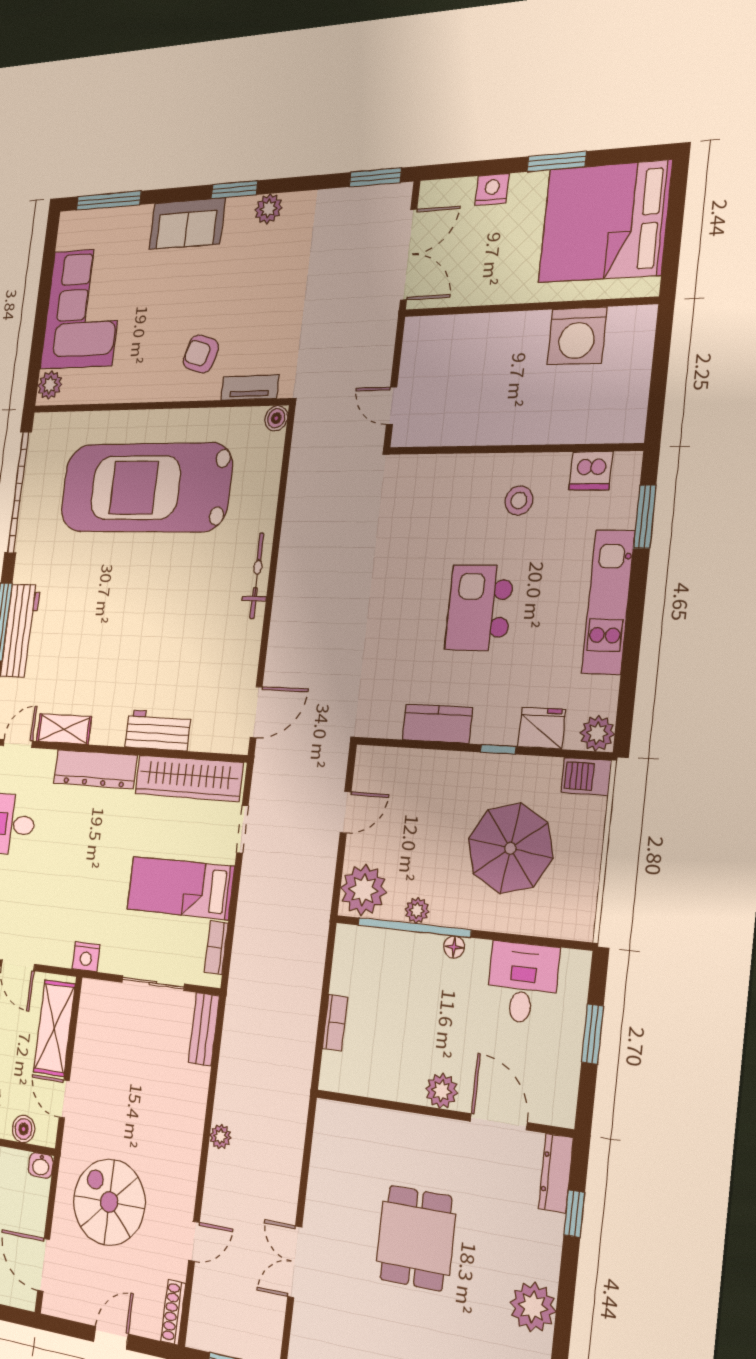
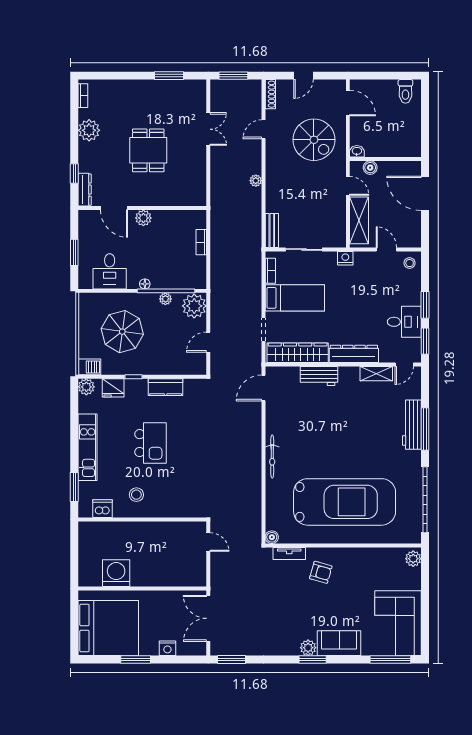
plant: (268, 209) -> (308, 648), moved
corner sofa: (83, 308) -> (398, 623), moved

